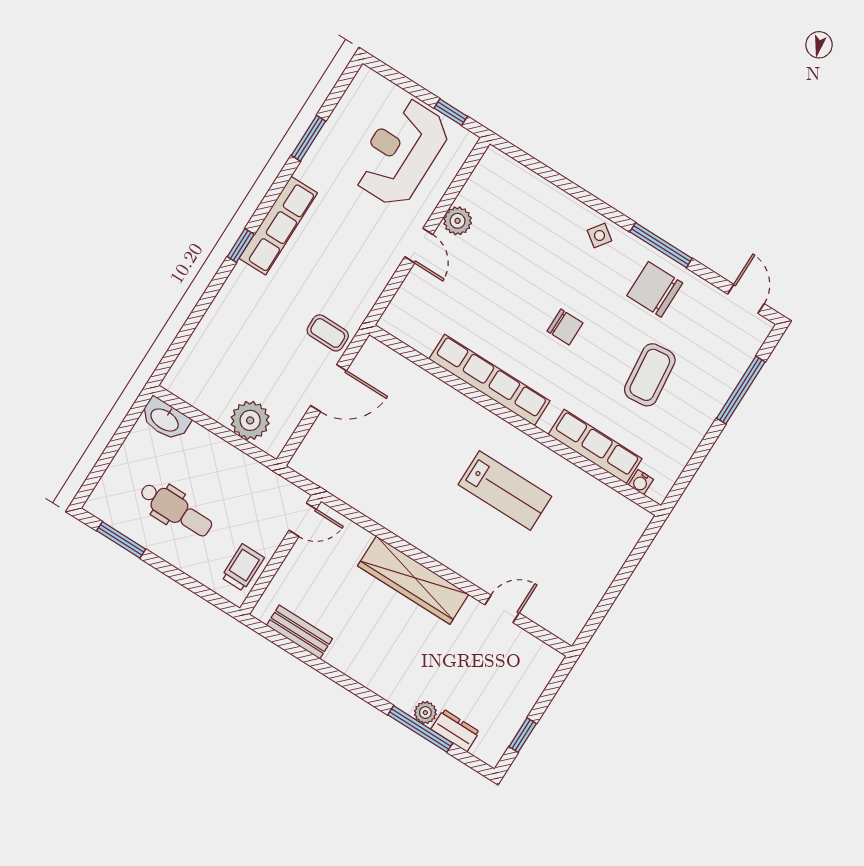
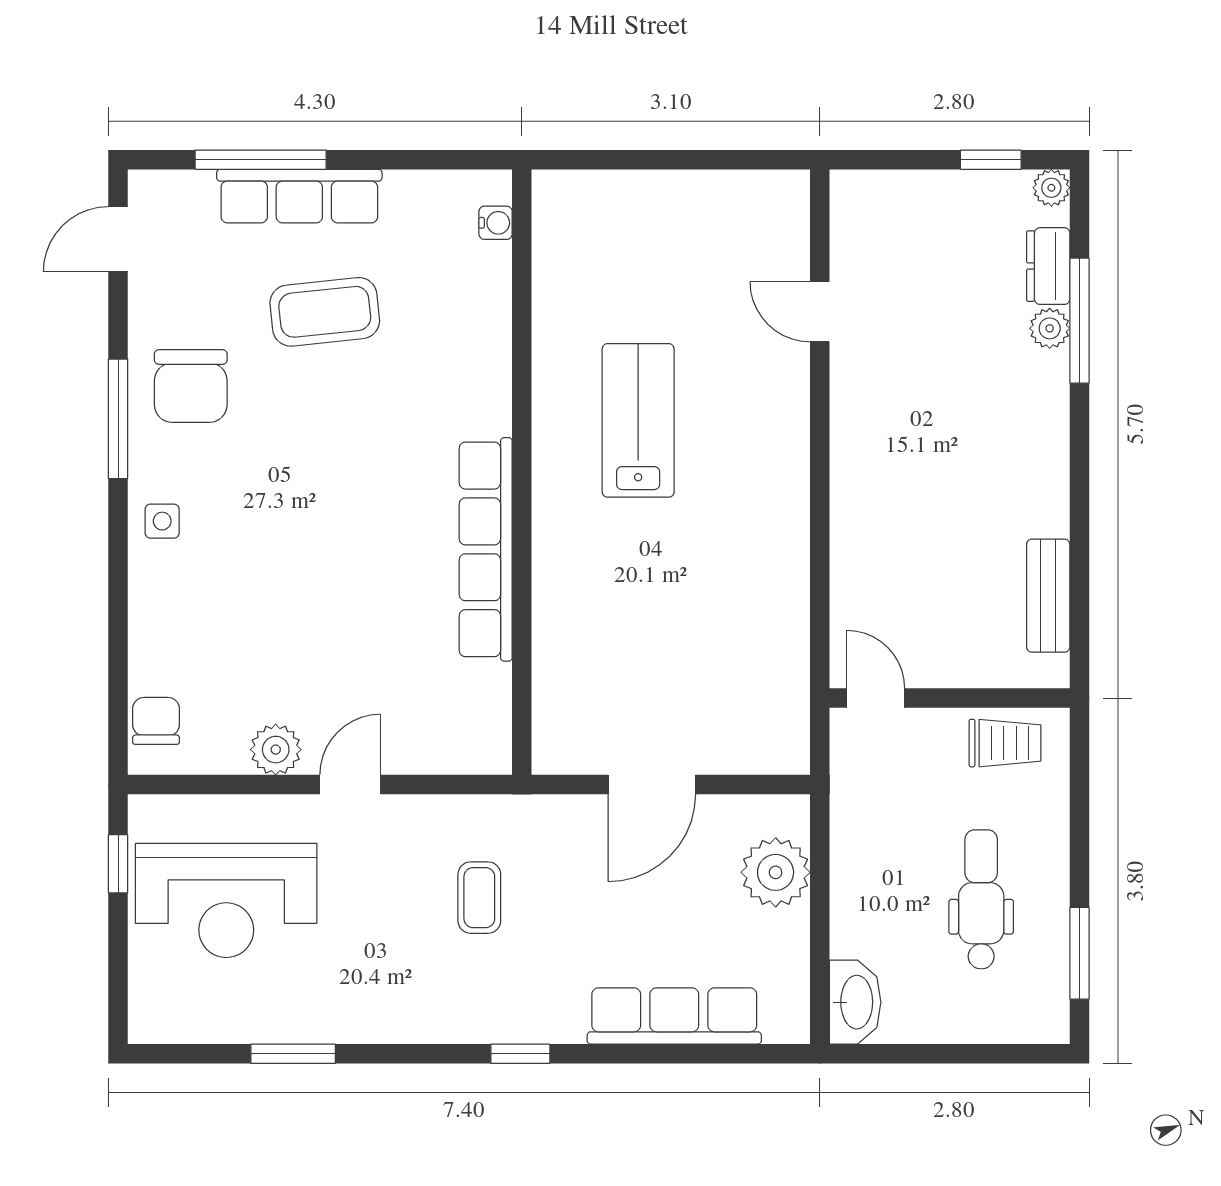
row of seats: (278, 226) -> (674, 1016), moved
side table: (599, 235) -> (162, 521), turned -36
chair: (565, 327) -> (156, 721), moved
coffee table: (328, 333) -> (479, 898), moved
door: (329, 388) -> (652, 785), swing flipped
row of seats: (595, 447) -> (299, 196), moved, turned -90
trolley: (243, 567) -> (1005, 743), turned 180
wardrobe: (413, 580) -> (861, 473), removed
plant: (491, 755) -> (1051, 188), added

